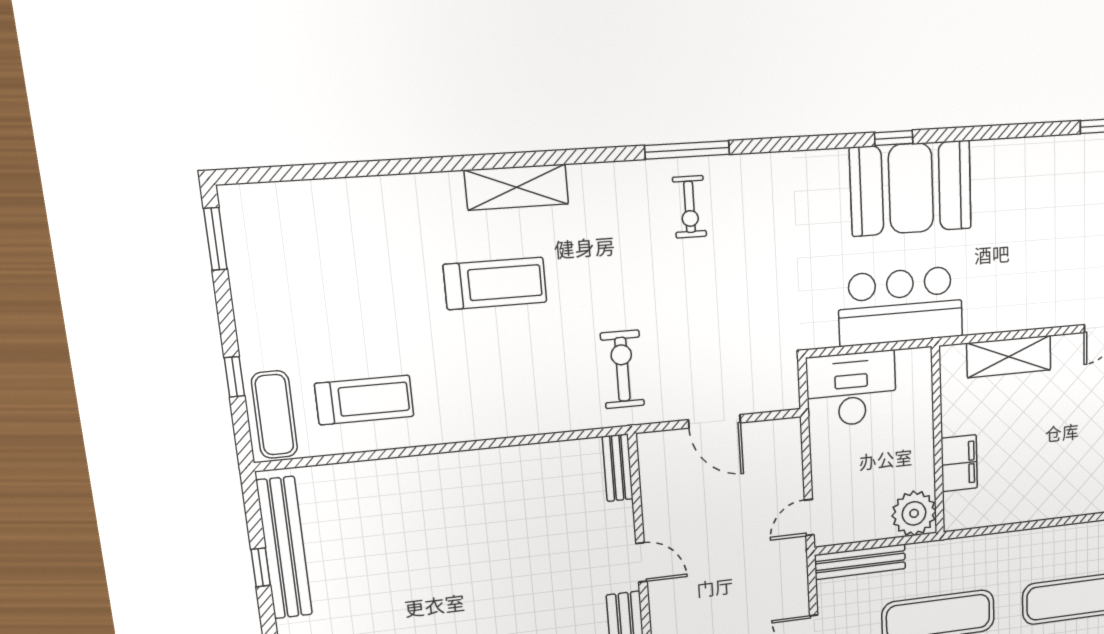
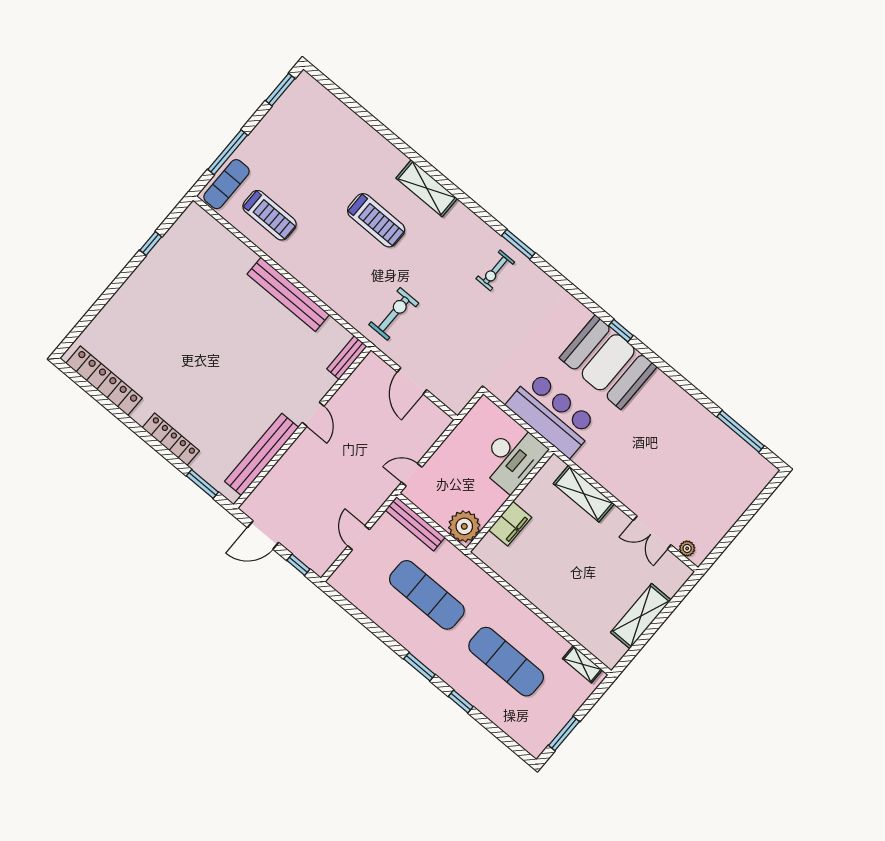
window: (687, 150) -> (518, 244), width x0.69
window: (234, 377) -> (228, 152), width x2.17
desk: (851, 389) -> (512, 457), moved, turned 90
bench: (284, 548) -> (288, 294), moved, turned 90

